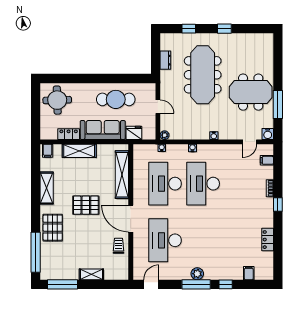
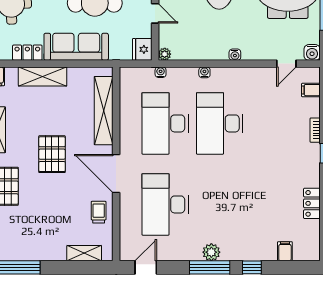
fridge: (134, 133) -> (142, 49), moved, turned -90
pallet: (86, 205) -> (52, 154), turned 90
shelving: (91, 274) -> (84, 253), moved

